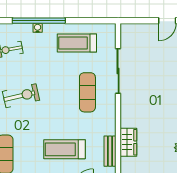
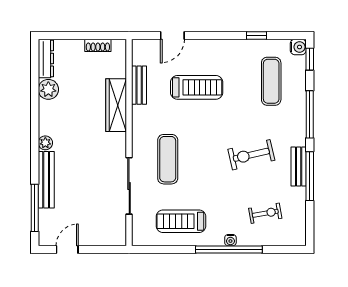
treadmill: (77, 43) -> (181, 221), turned 180
wardrobe: (128, 142) -> (116, 105), width x1.50

